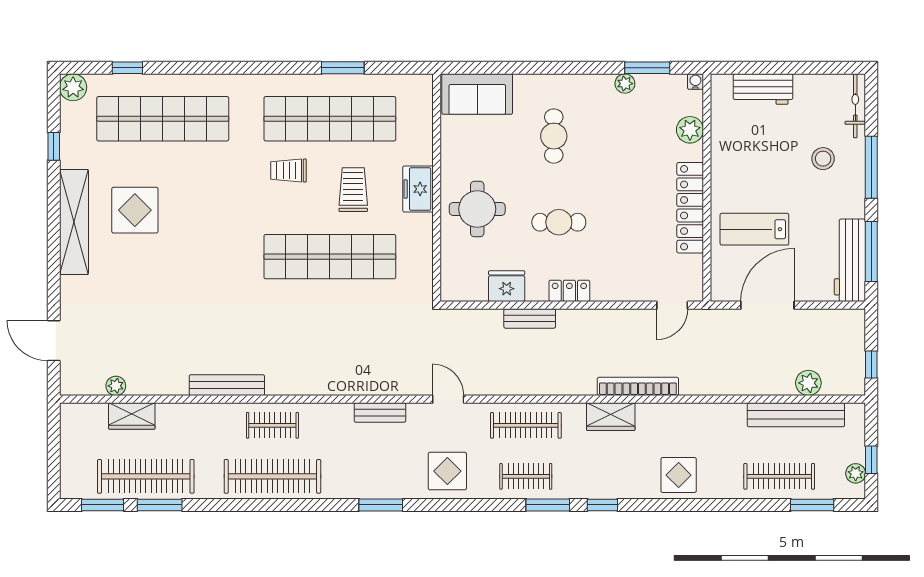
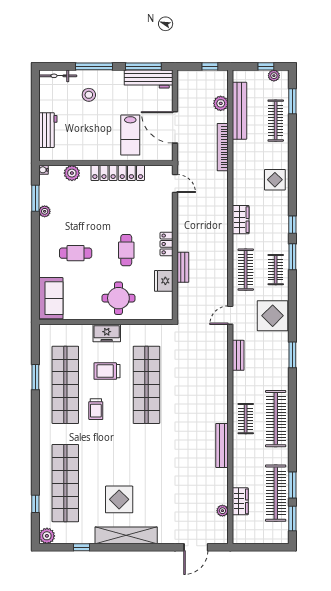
bookcase: (638, 386) -> (223, 147), moved
display table: (447, 471) -> (273, 316), width x1.36, depth x1.36

